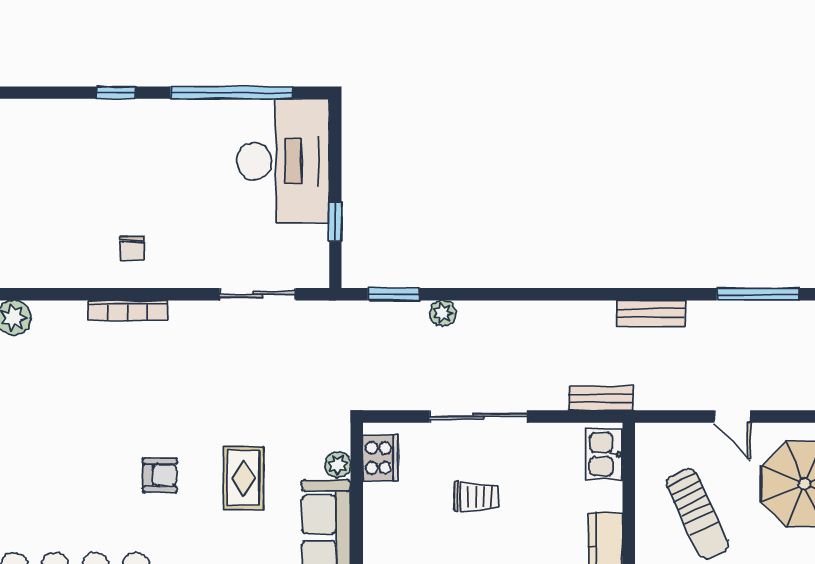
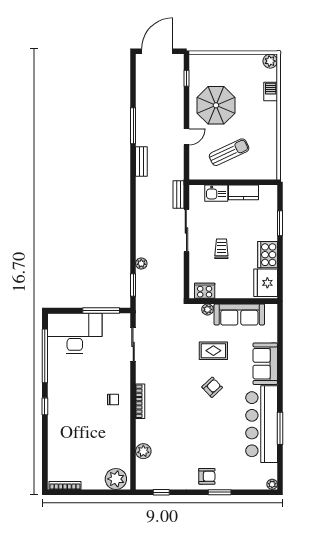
window: (335, 222) -> (101, 311), width x2.17
bench: (651, 313) -> (141, 161), moved
sliding door: (478, 416) -> (186, 230), moved
kitchen sink: (604, 454) -> (216, 193), moved
armchair: (160, 475) -> (212, 387), turned 47

